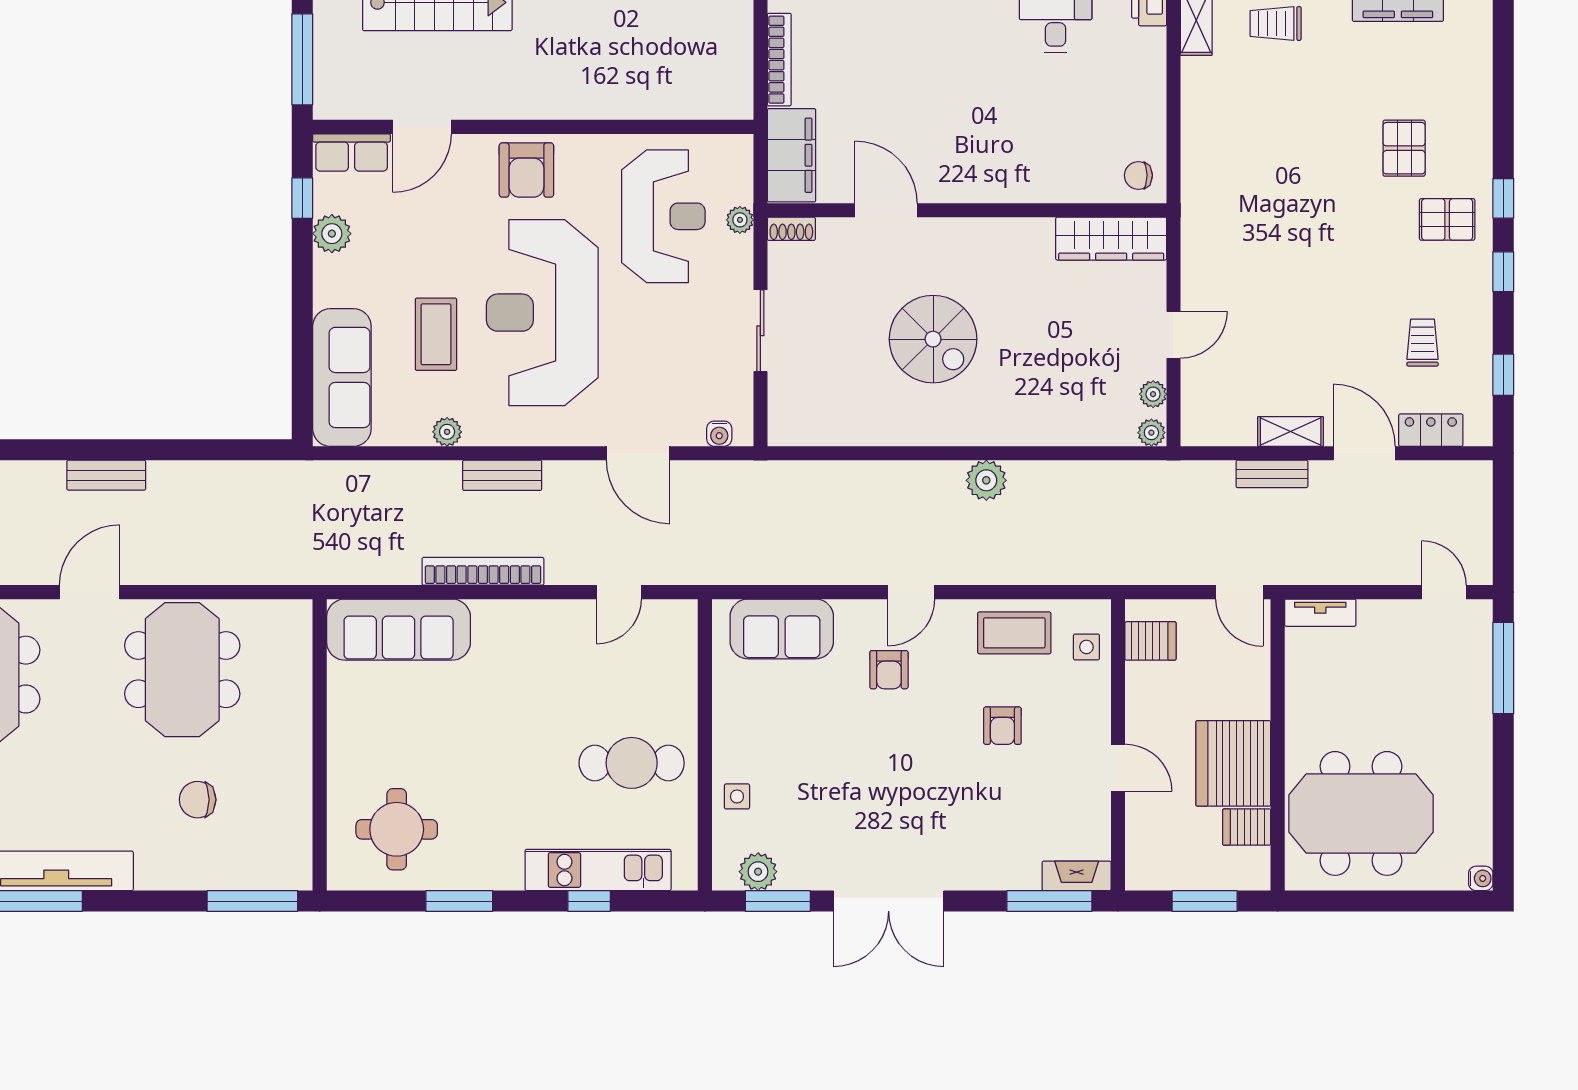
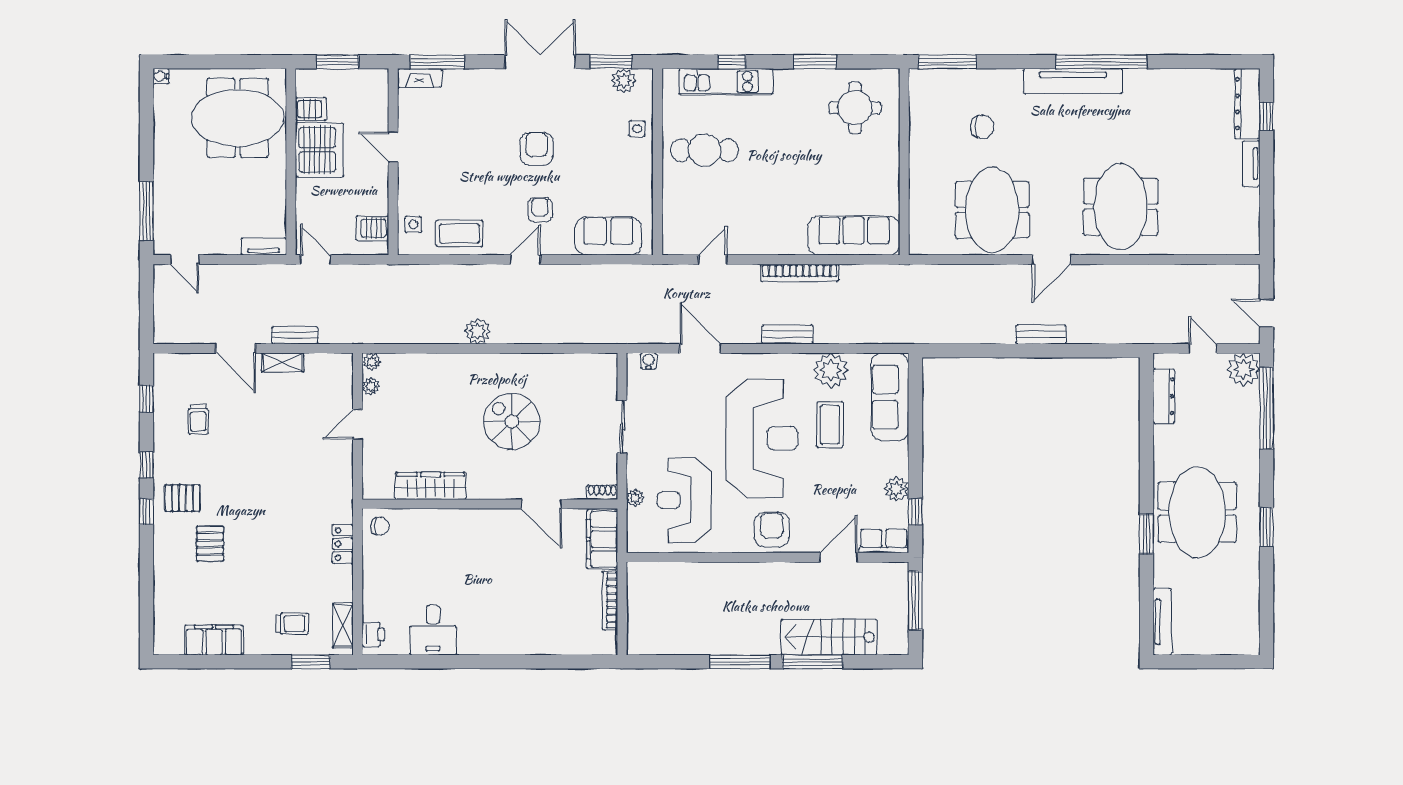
wardrobe: (1111, 239) -> (431, 486), moved
locker: (1431, 430) -> (343, 544), moved, turned 90
plant: (447, 432) -> (831, 370), width x1.88, depth x1.88
armchair: (1002, 726) -> (536, 149), moved, width x1.38, depth x1.38

